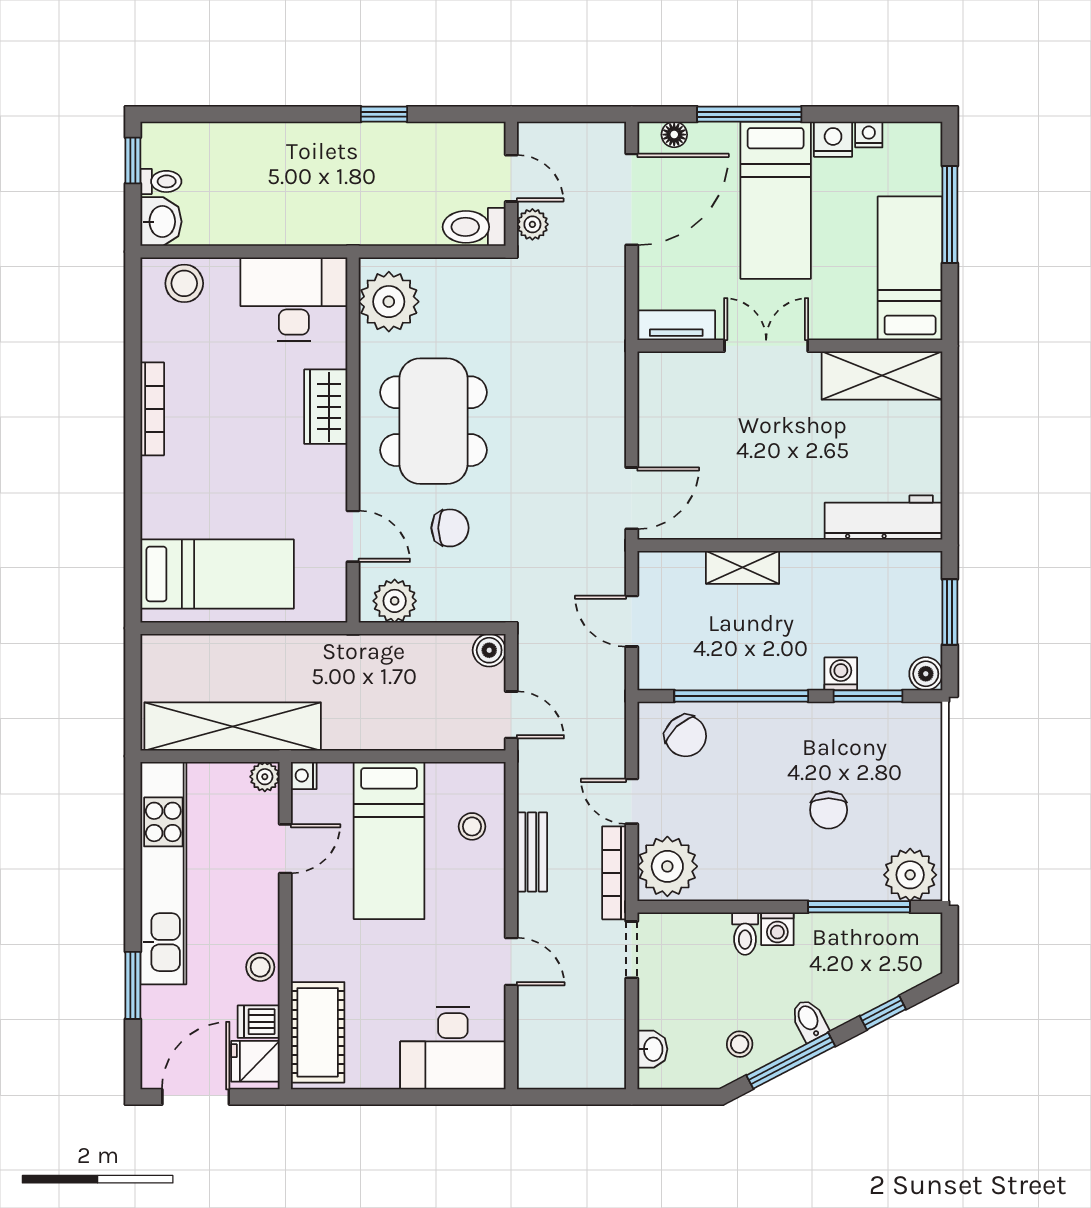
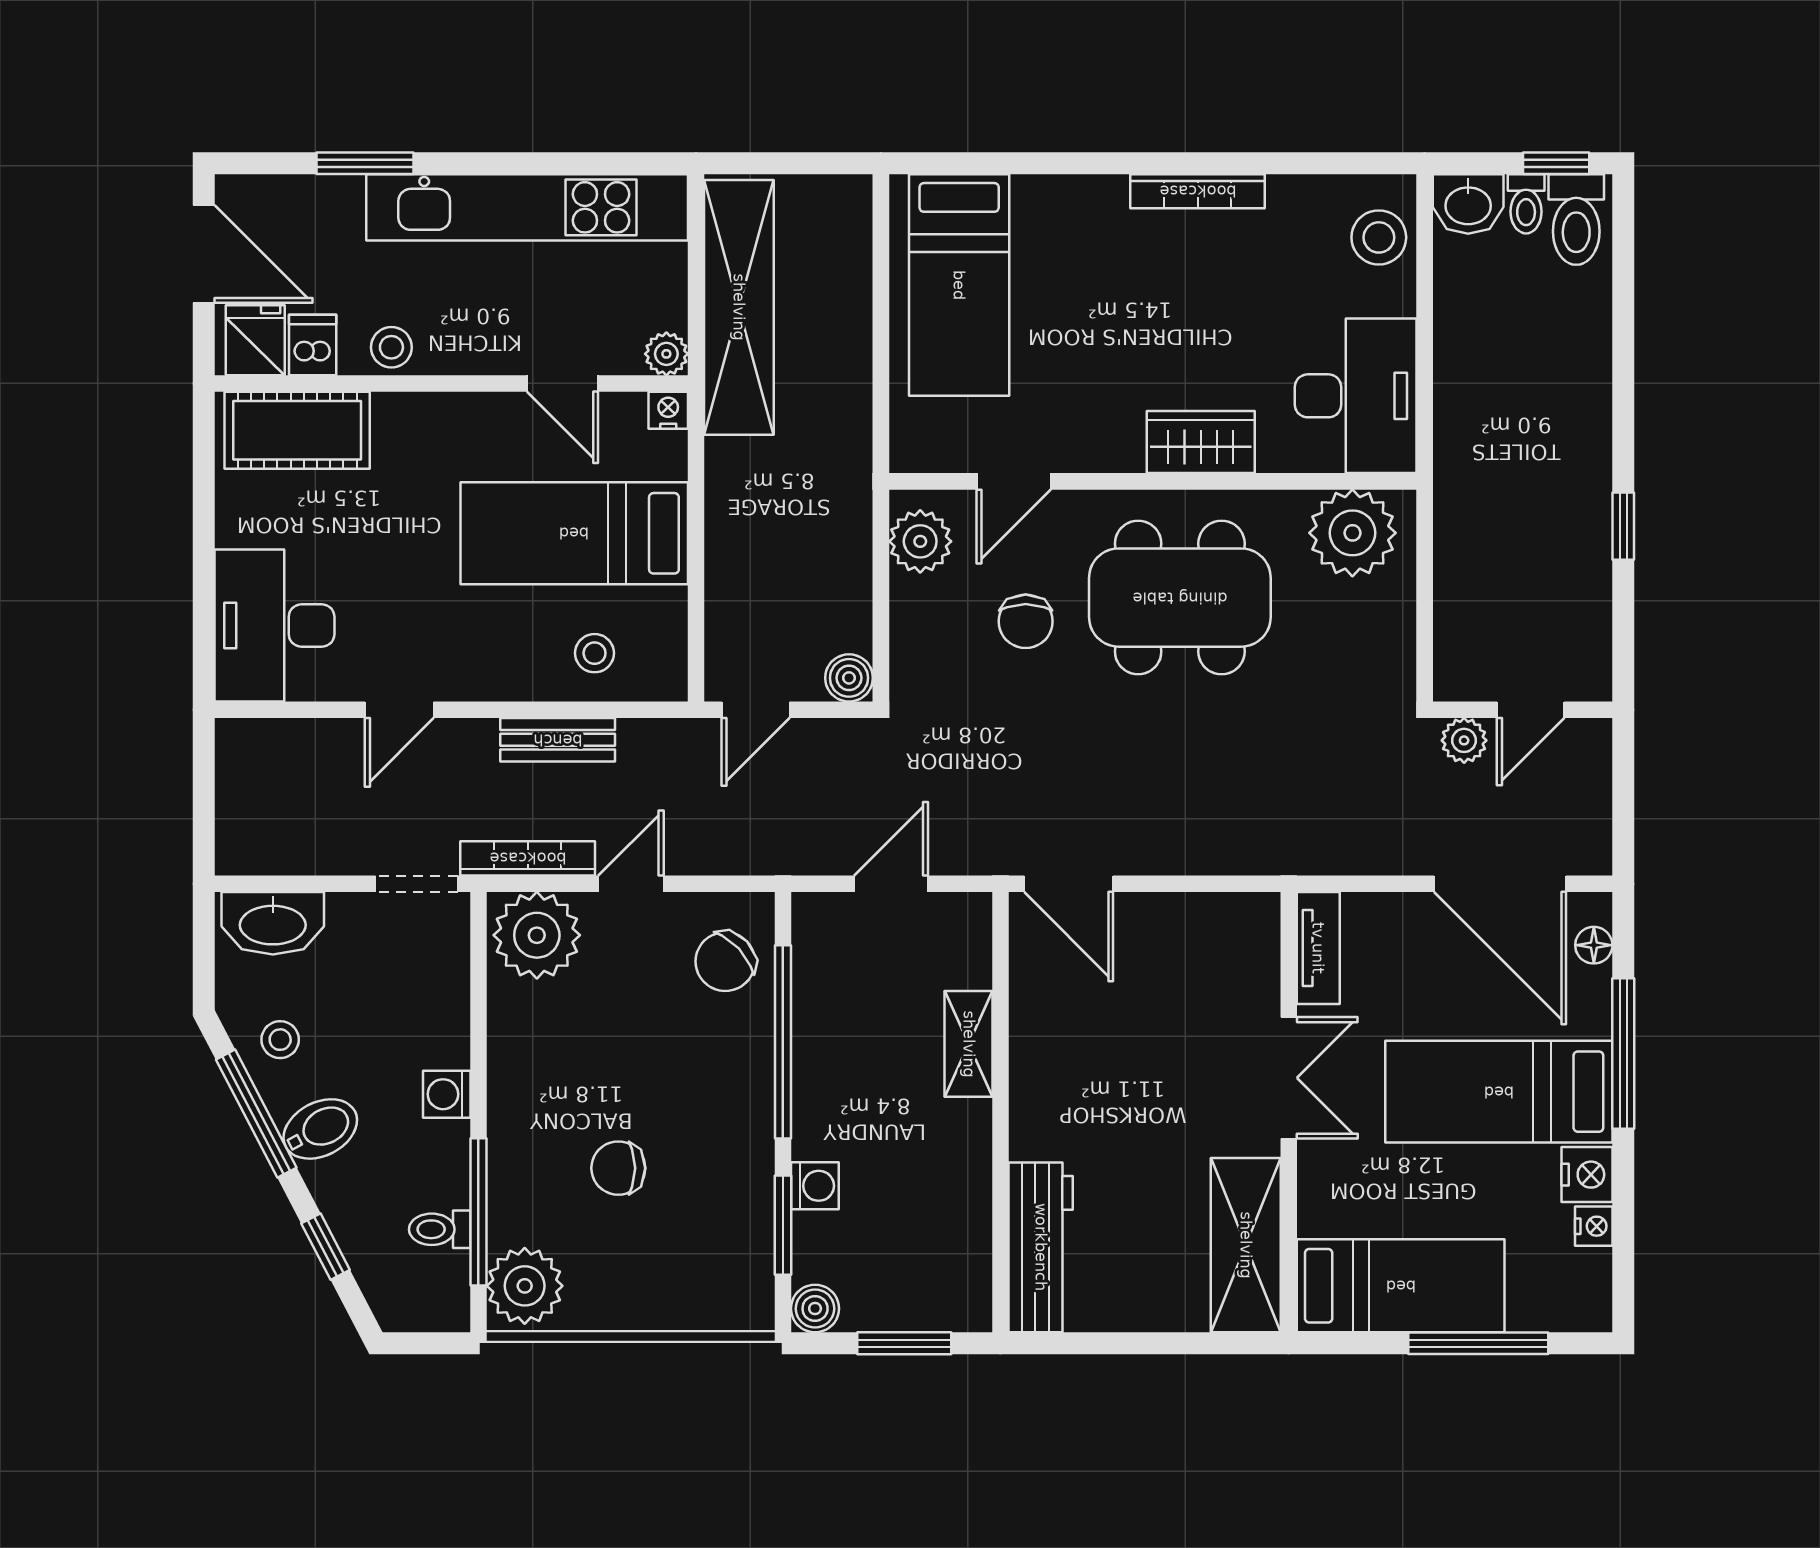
toilet: (474, 227) -> (1576, 220), moved, turned 180
toilet: (745, 934) -> (440, 1229), moved
bidet: (809, 1020) -> (320, 1129), width x1.38, depth x1.36
washbasin: (652, 1049) -> (273, 923), width x1.91, depth x1.45

